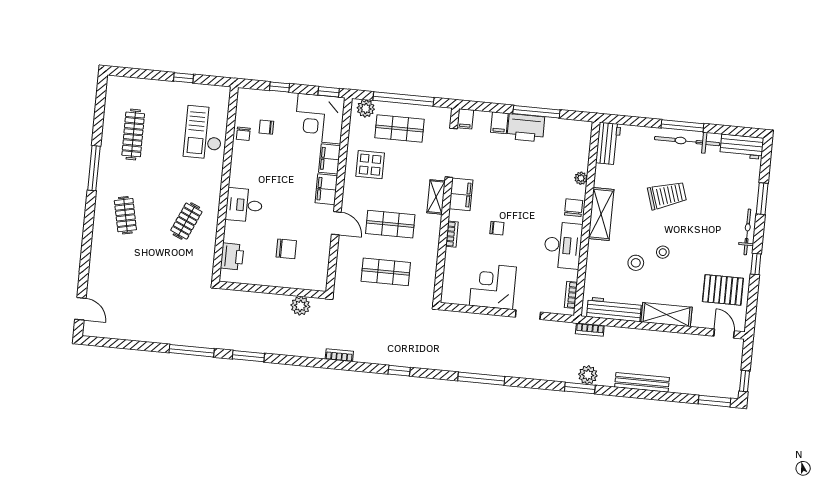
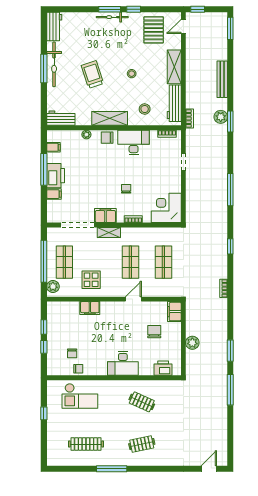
window: (329, 92) -> (44, 327), moved
corner desk: (319, 119) -> (63, 318), removed
filing cabinet: (465, 119) -> (53, 147), moved
filing cabinet: (326, 189) -> (174, 312), moved, turned 90
window: (762, 199) -> (110, 9), moved
desk: (244, 205) -> (123, 363), width x1.37
stool: (636, 263) -> (145, 109), moved
corner desk: (493, 286) -> (166, 208), moved, turned 90
plant: (300, 306) -> (192, 343), moved
window: (745, 381) -> (198, 9), moved

